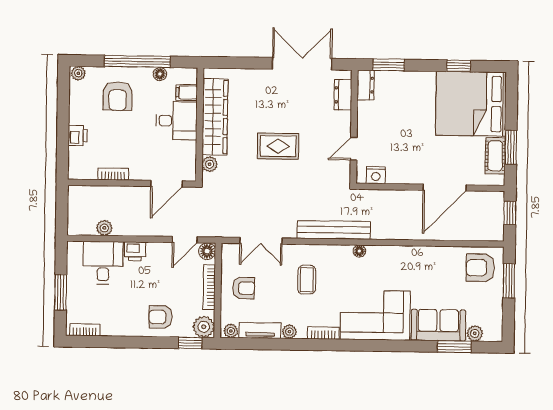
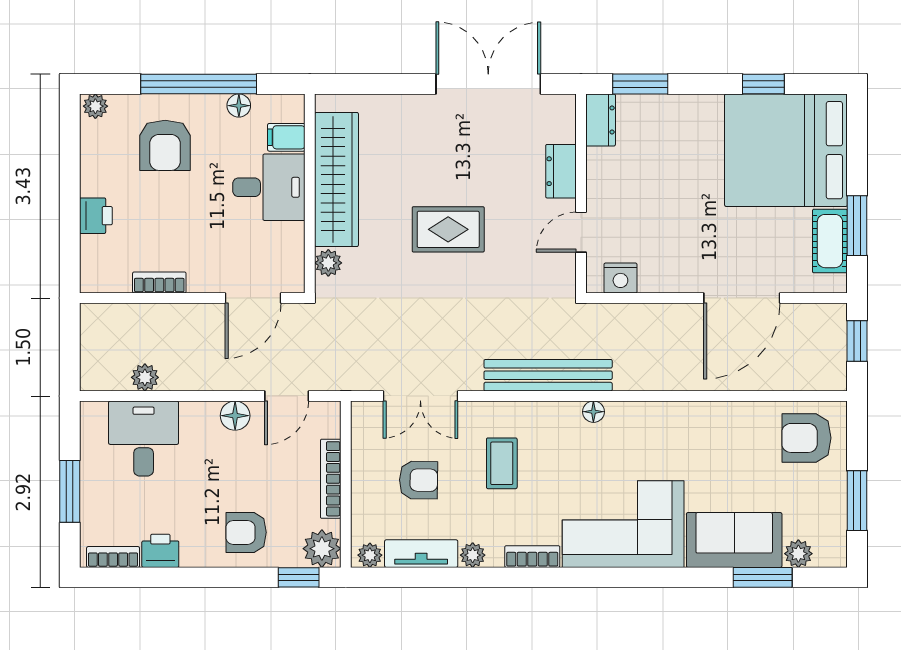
dresser: (343, 95) -> (561, 171), moved
printer: (135, 251) -> (160, 551), moved, turned 180
floor lamp: (207, 251) -> (235, 416), moved
window: (509, 281) -> (857, 501), moved
armchair: (244, 288) -> (419, 480), moved

